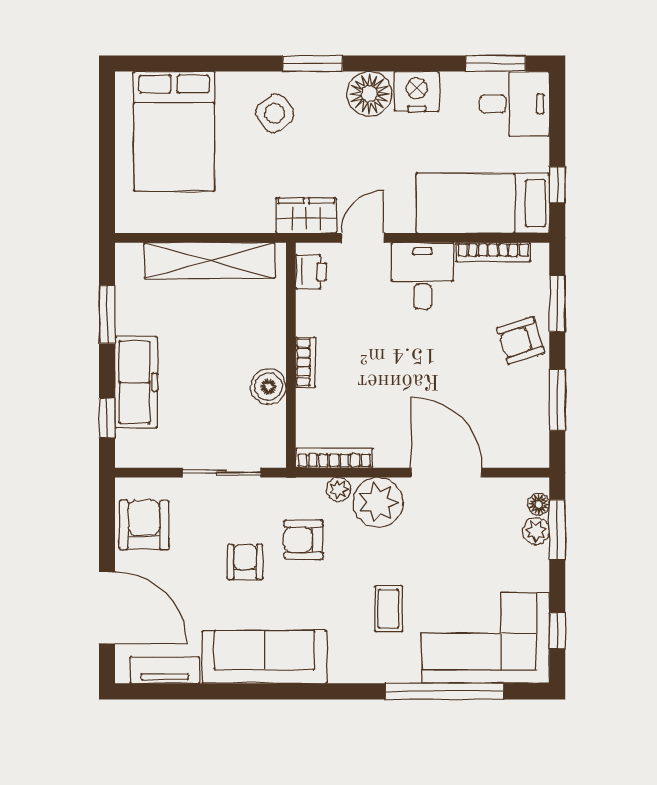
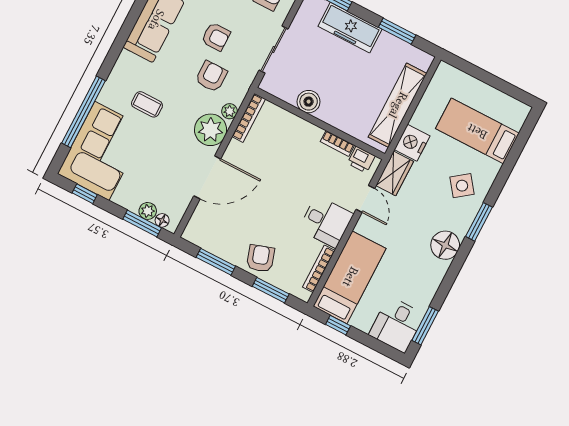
nightstand: (417, 91) -> (412, 143), moved, turned 180
bed: (174, 131) -> (477, 131), width x0.67
bookcase: (306, 362) -> (337, 143), moved

